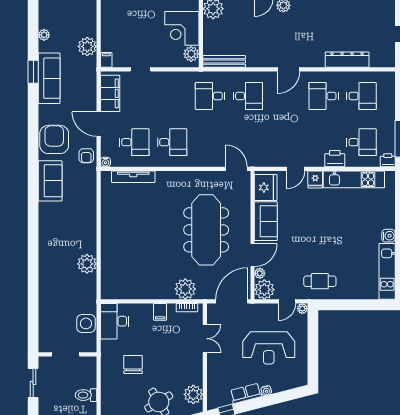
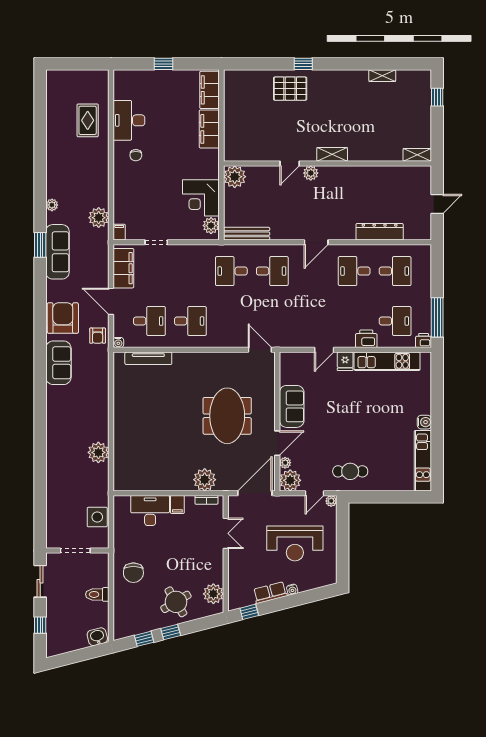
fridge: (266, 187) -> (292, 370), removed
meeting table: (206, 230) -> (227, 416), width x0.73
desk: (115, 321) -> (150, 510), moved, turned 90
chair: (133, 364) -> (133, 573), moved, turned 180

